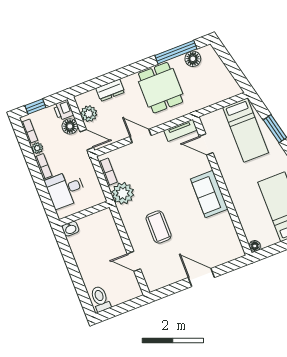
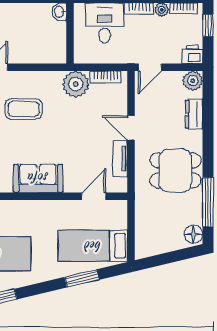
floor lamp: (193, 59) -> (193, 234), moved
plant: (89, 114) -> (193, 81), moved
floor lamp: (70, 126) -> (172, 55), removed
tv unit: (181, 130) -> (120, 159), moved
door: (141, 136) -> (131, 128), swing flipped

